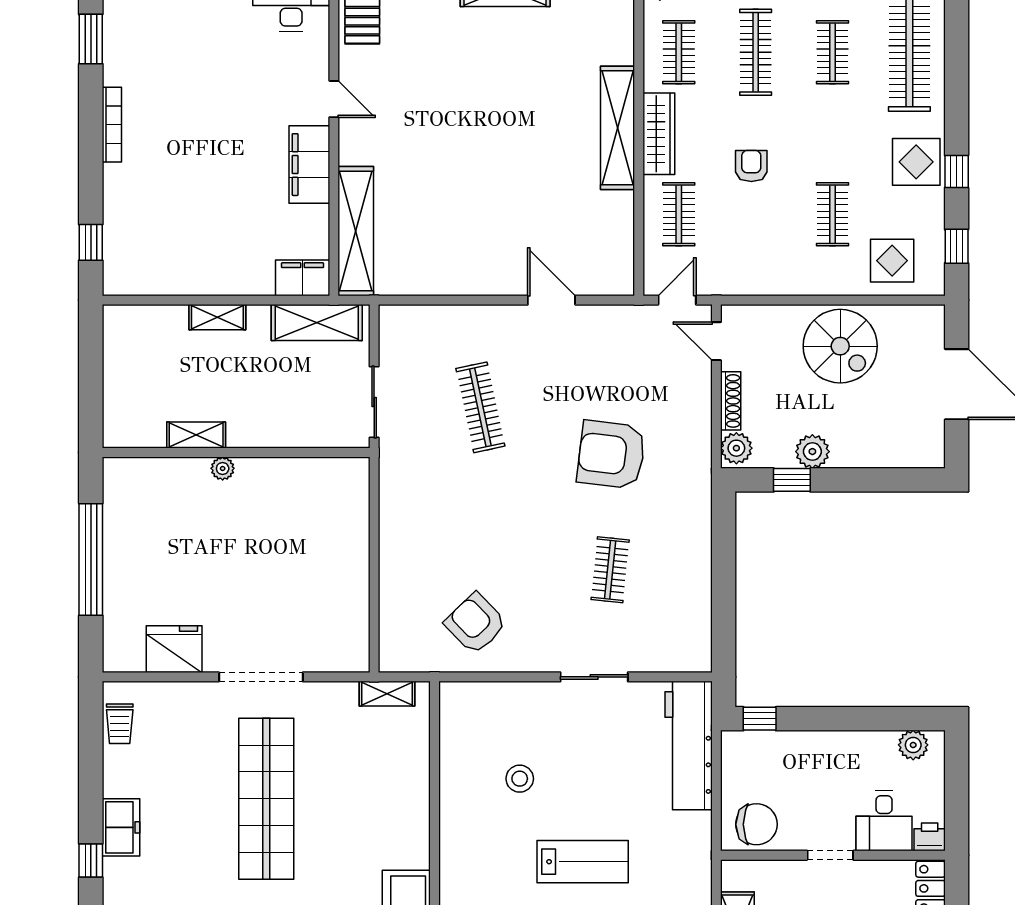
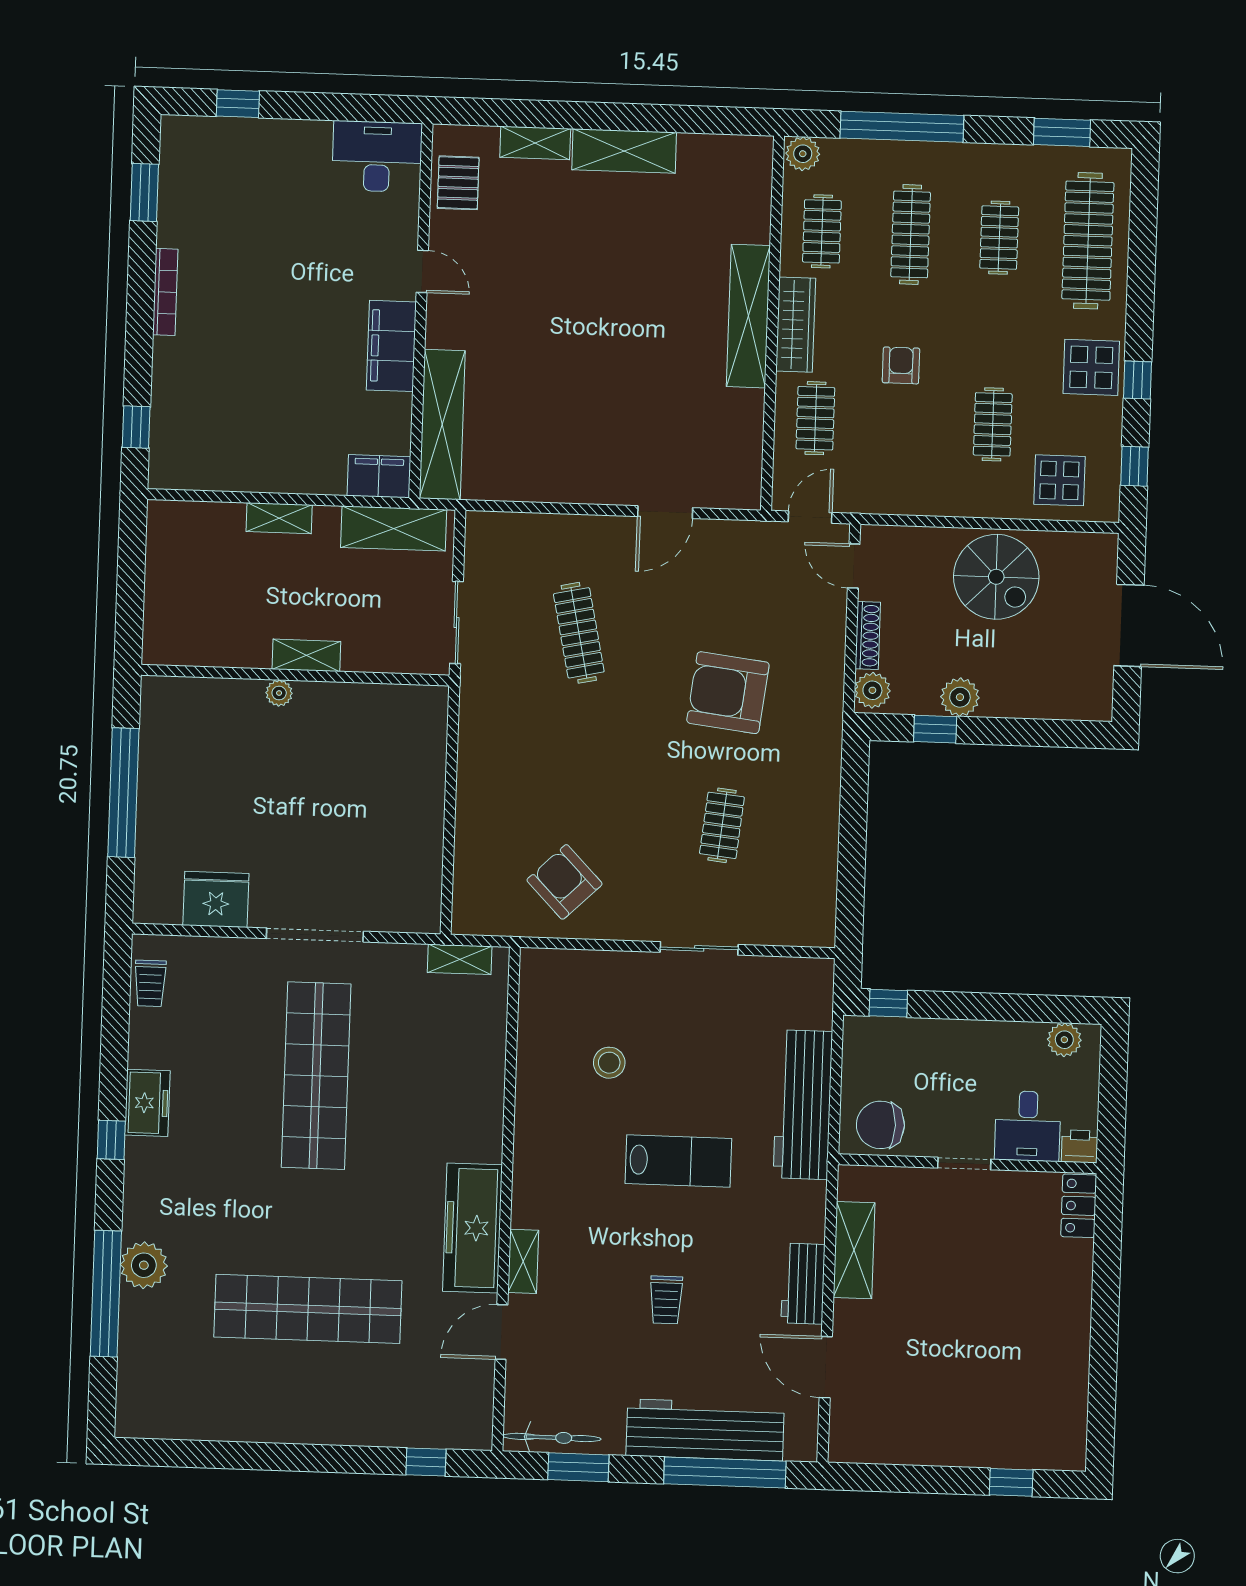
door: (551, 300) -> (665, 512), swing flipped
shelving: (196, 435) -> (306, 655), moved
workbench: (689, 746) -> (803, 1105), moved
chair: (756, 824) -> (880, 1125), turned 180

